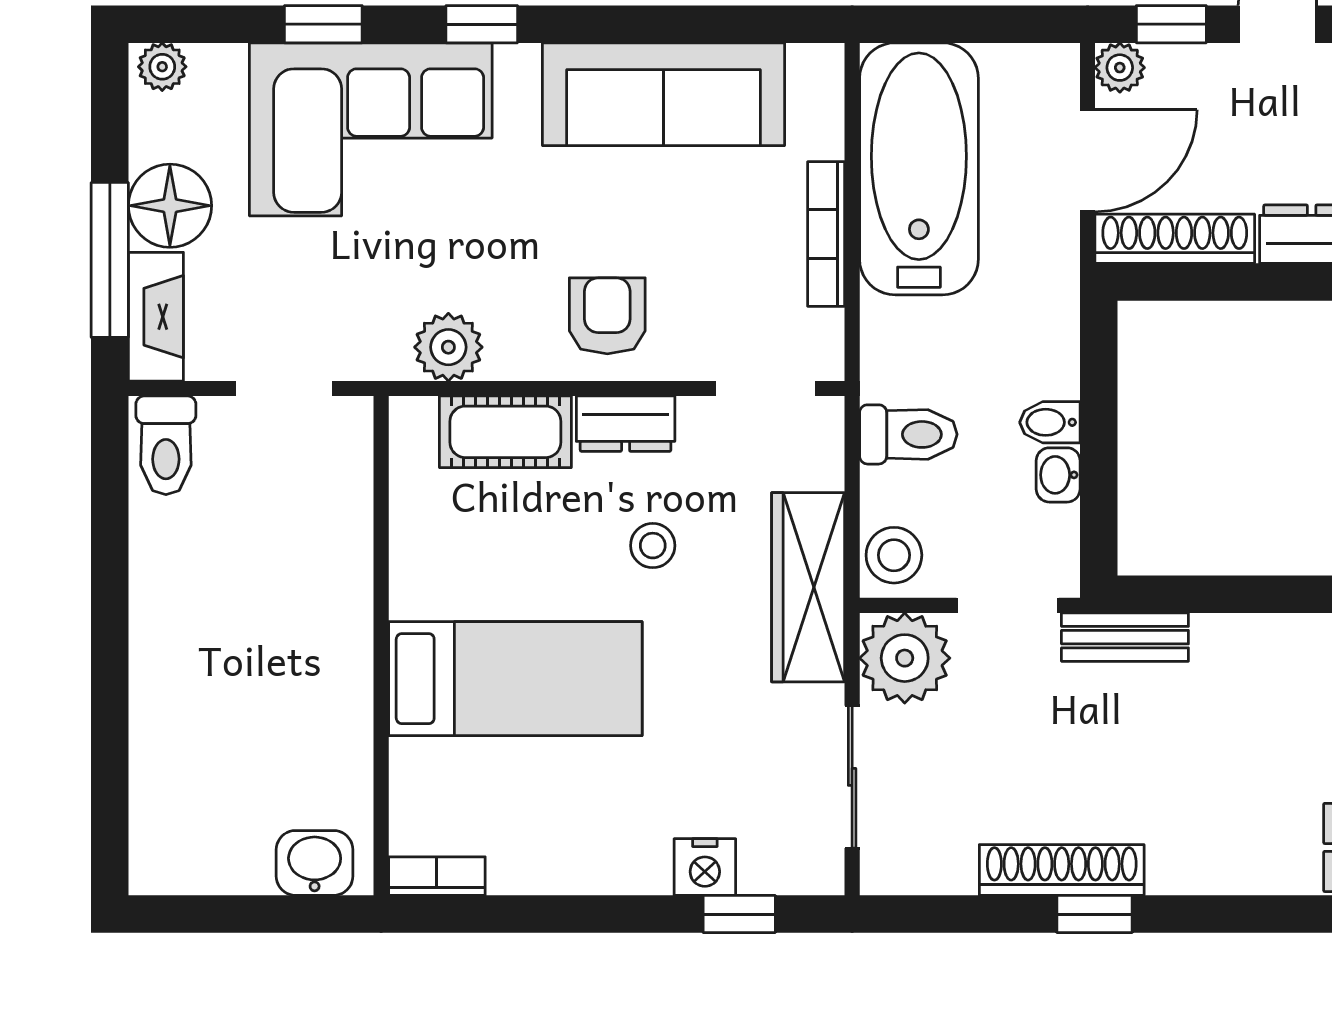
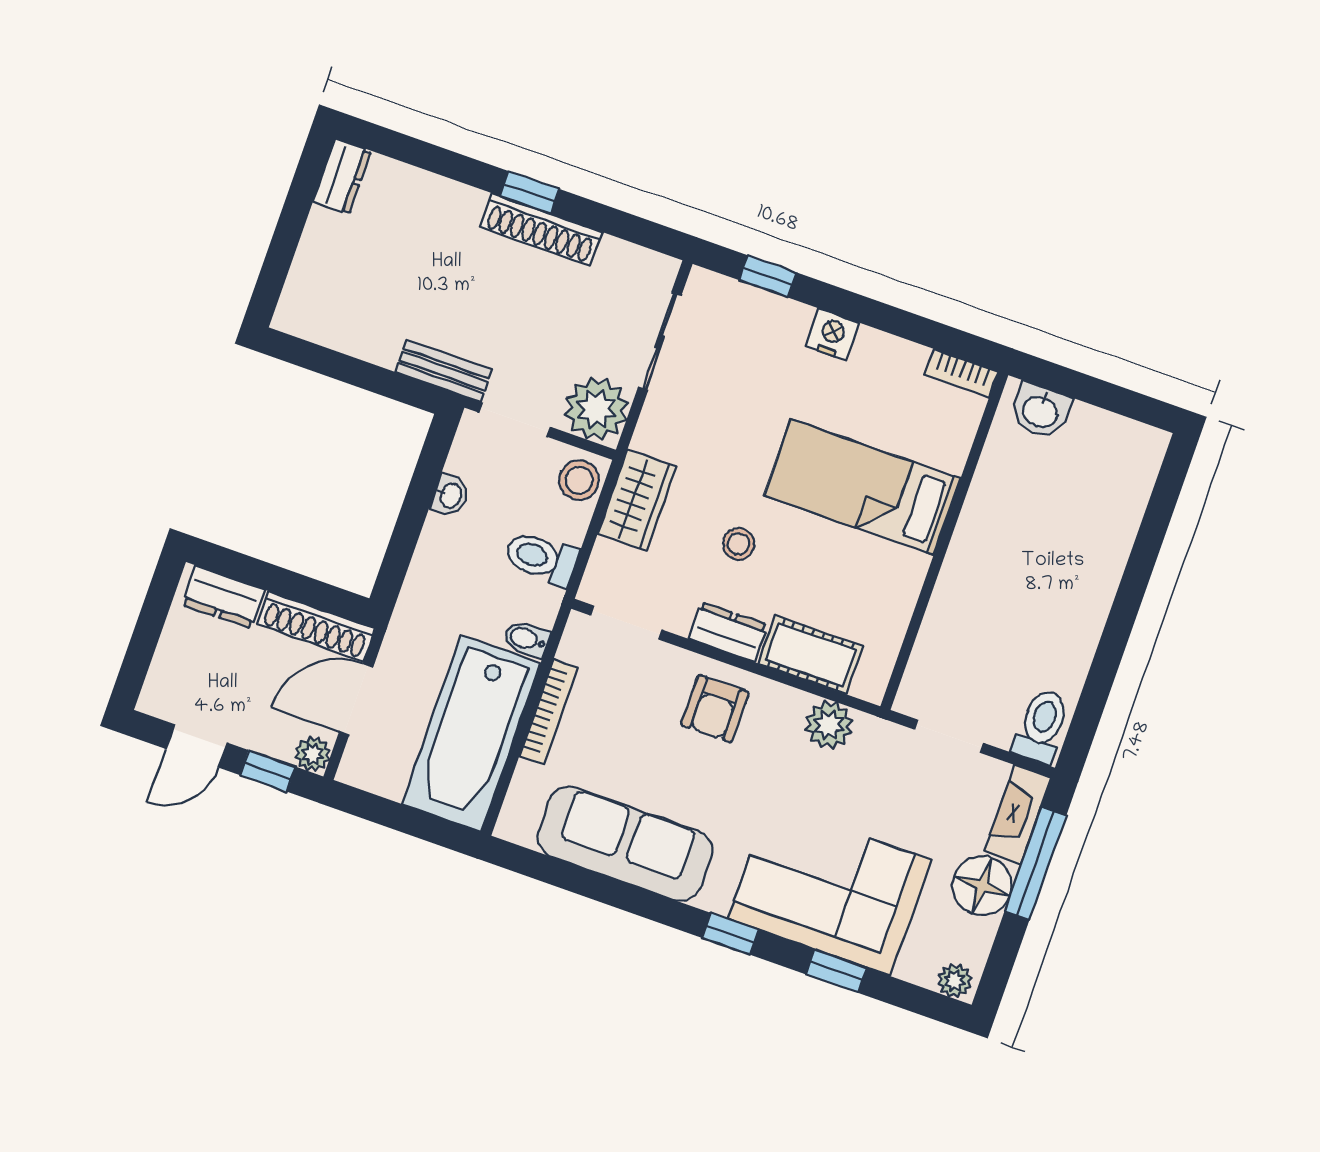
bidet: (1050, 422) -> (527, 639), moved, turned 180
wardrobe: (808, 587) -> (637, 500), width x0.67
nightstand: (705, 867) -> (832, 334), moved

